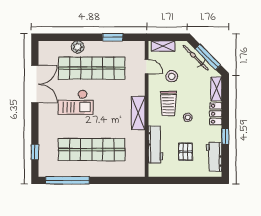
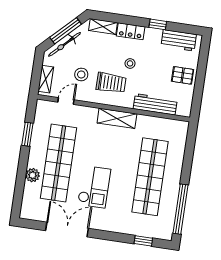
pallet: (185, 152) -> (183, 75), moved

